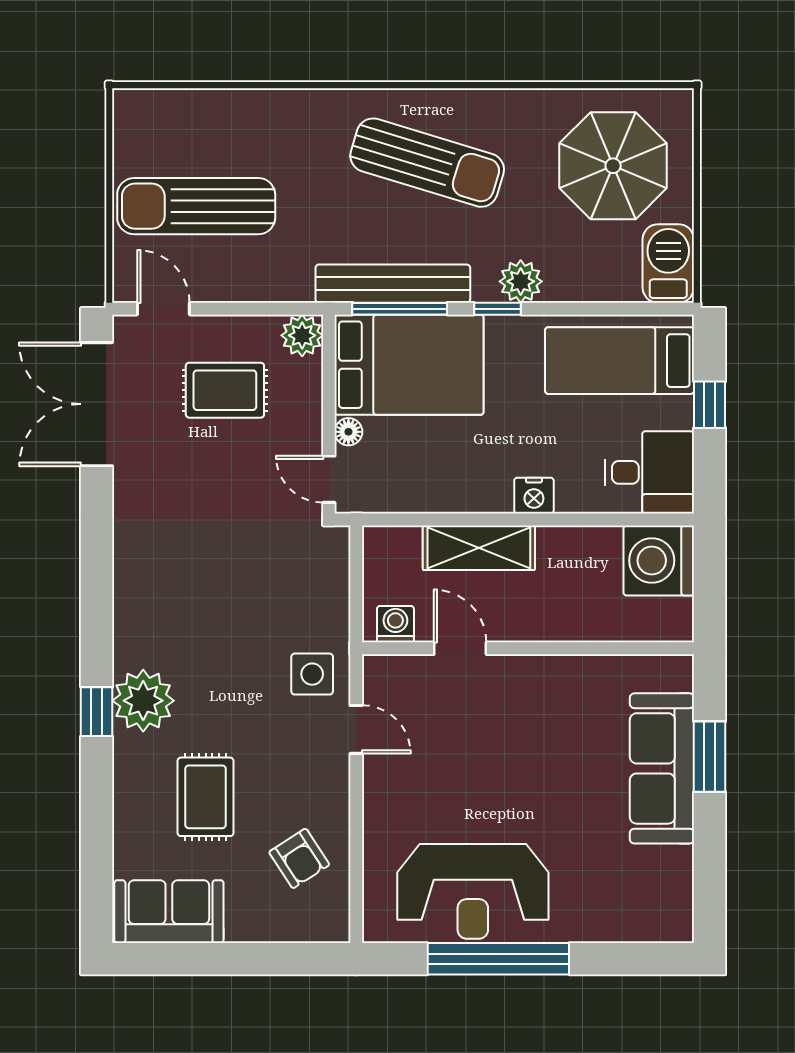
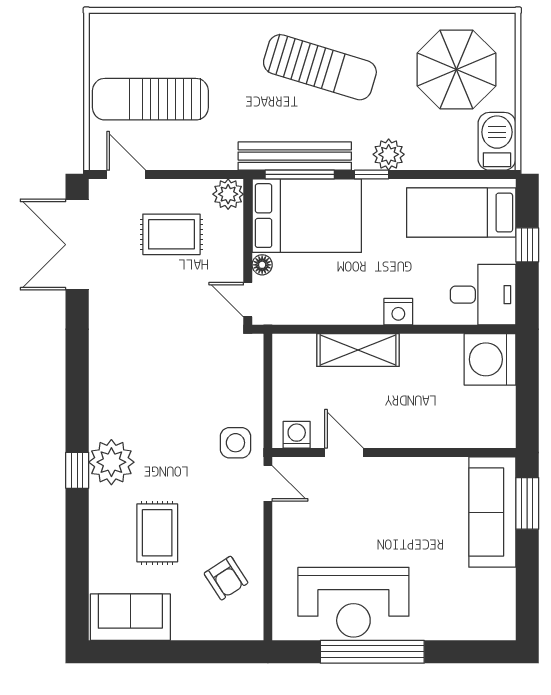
washing machine: (395, 624) -> (297, 435), moved
door: (460, 648) -> (344, 453), moved
wall: (528, 648) -> (394, 453), moved

